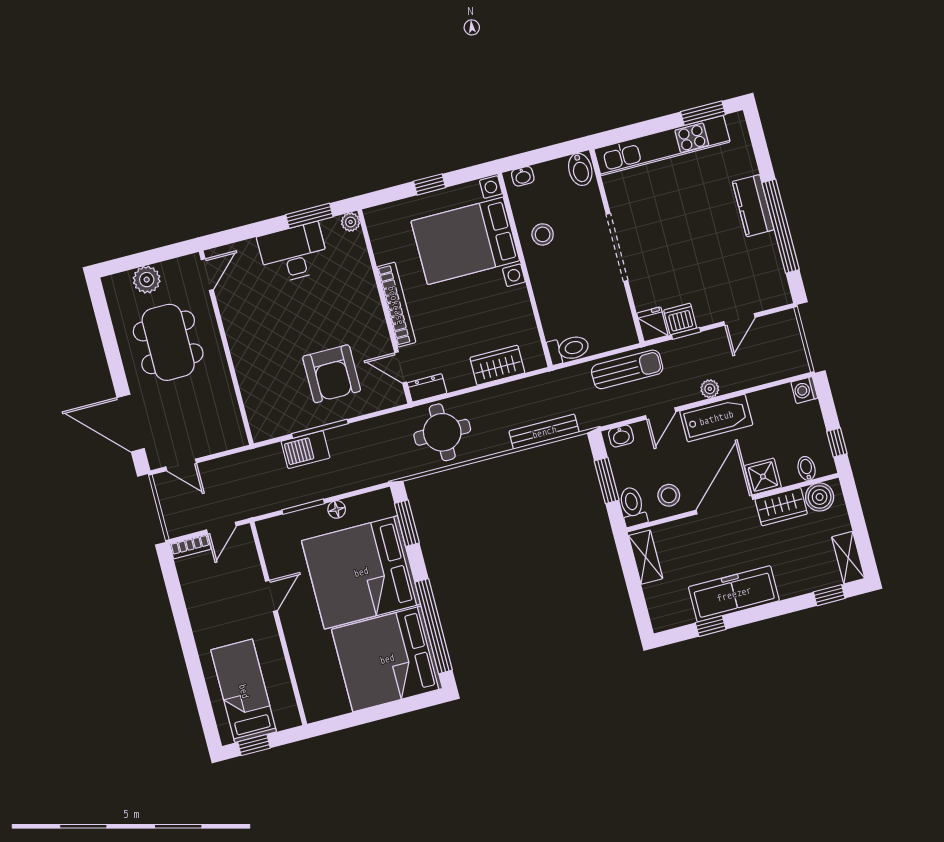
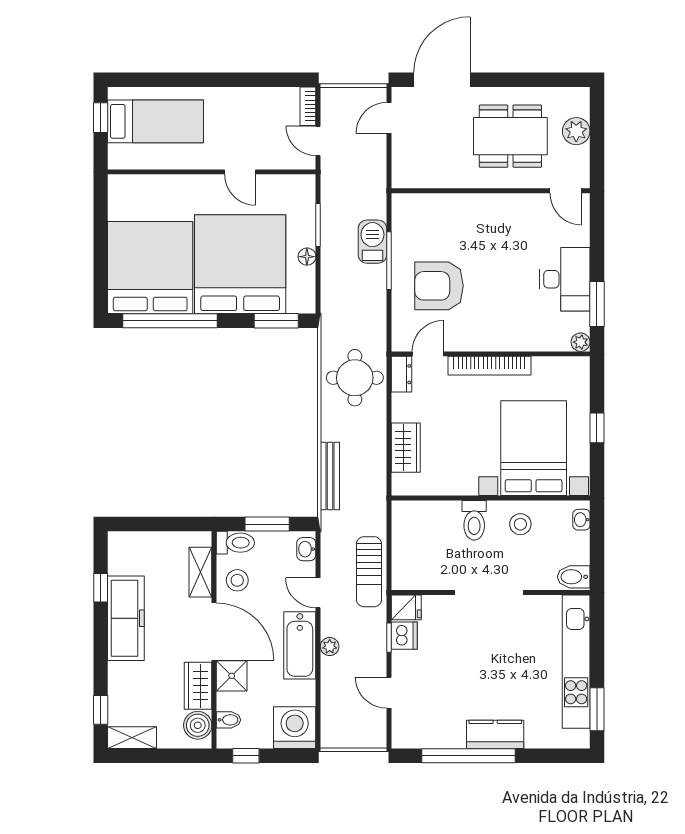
toilet: (568, 349) -> (474, 520), moved
washing machine: (804, 390) -> (295, 728), width x1.89, depth x1.89
shelving: (646, 557) -> (200, 572), moved, turned 90

